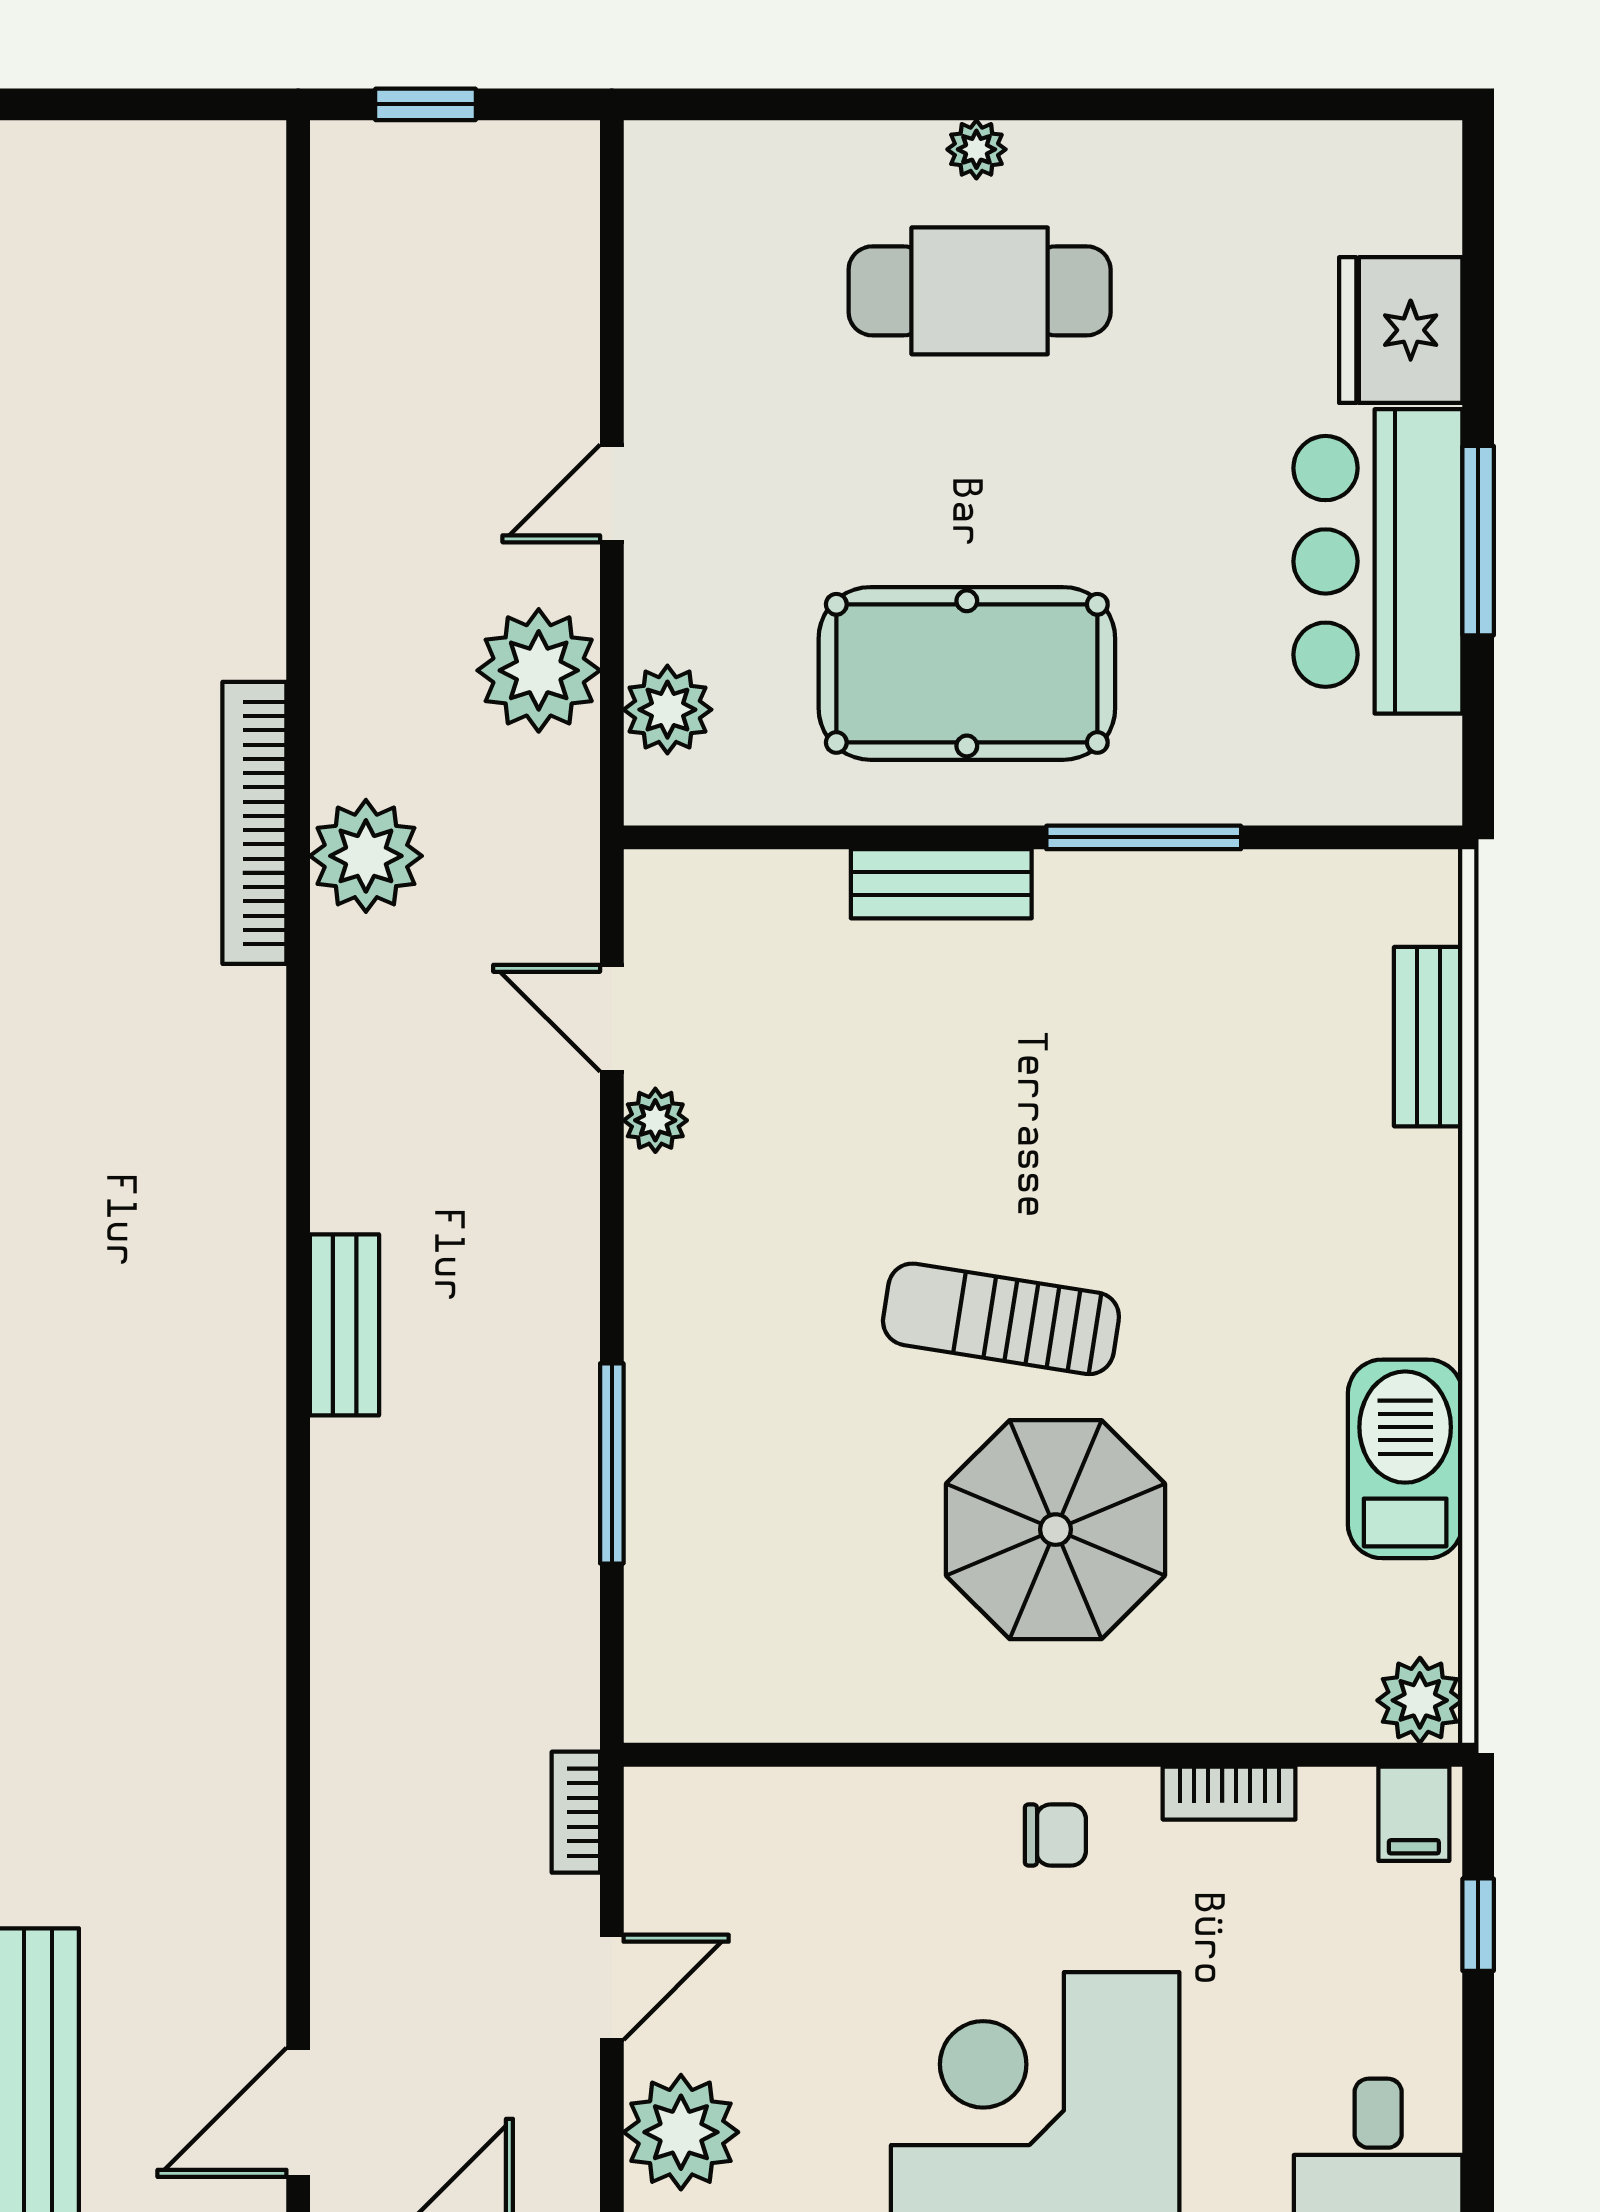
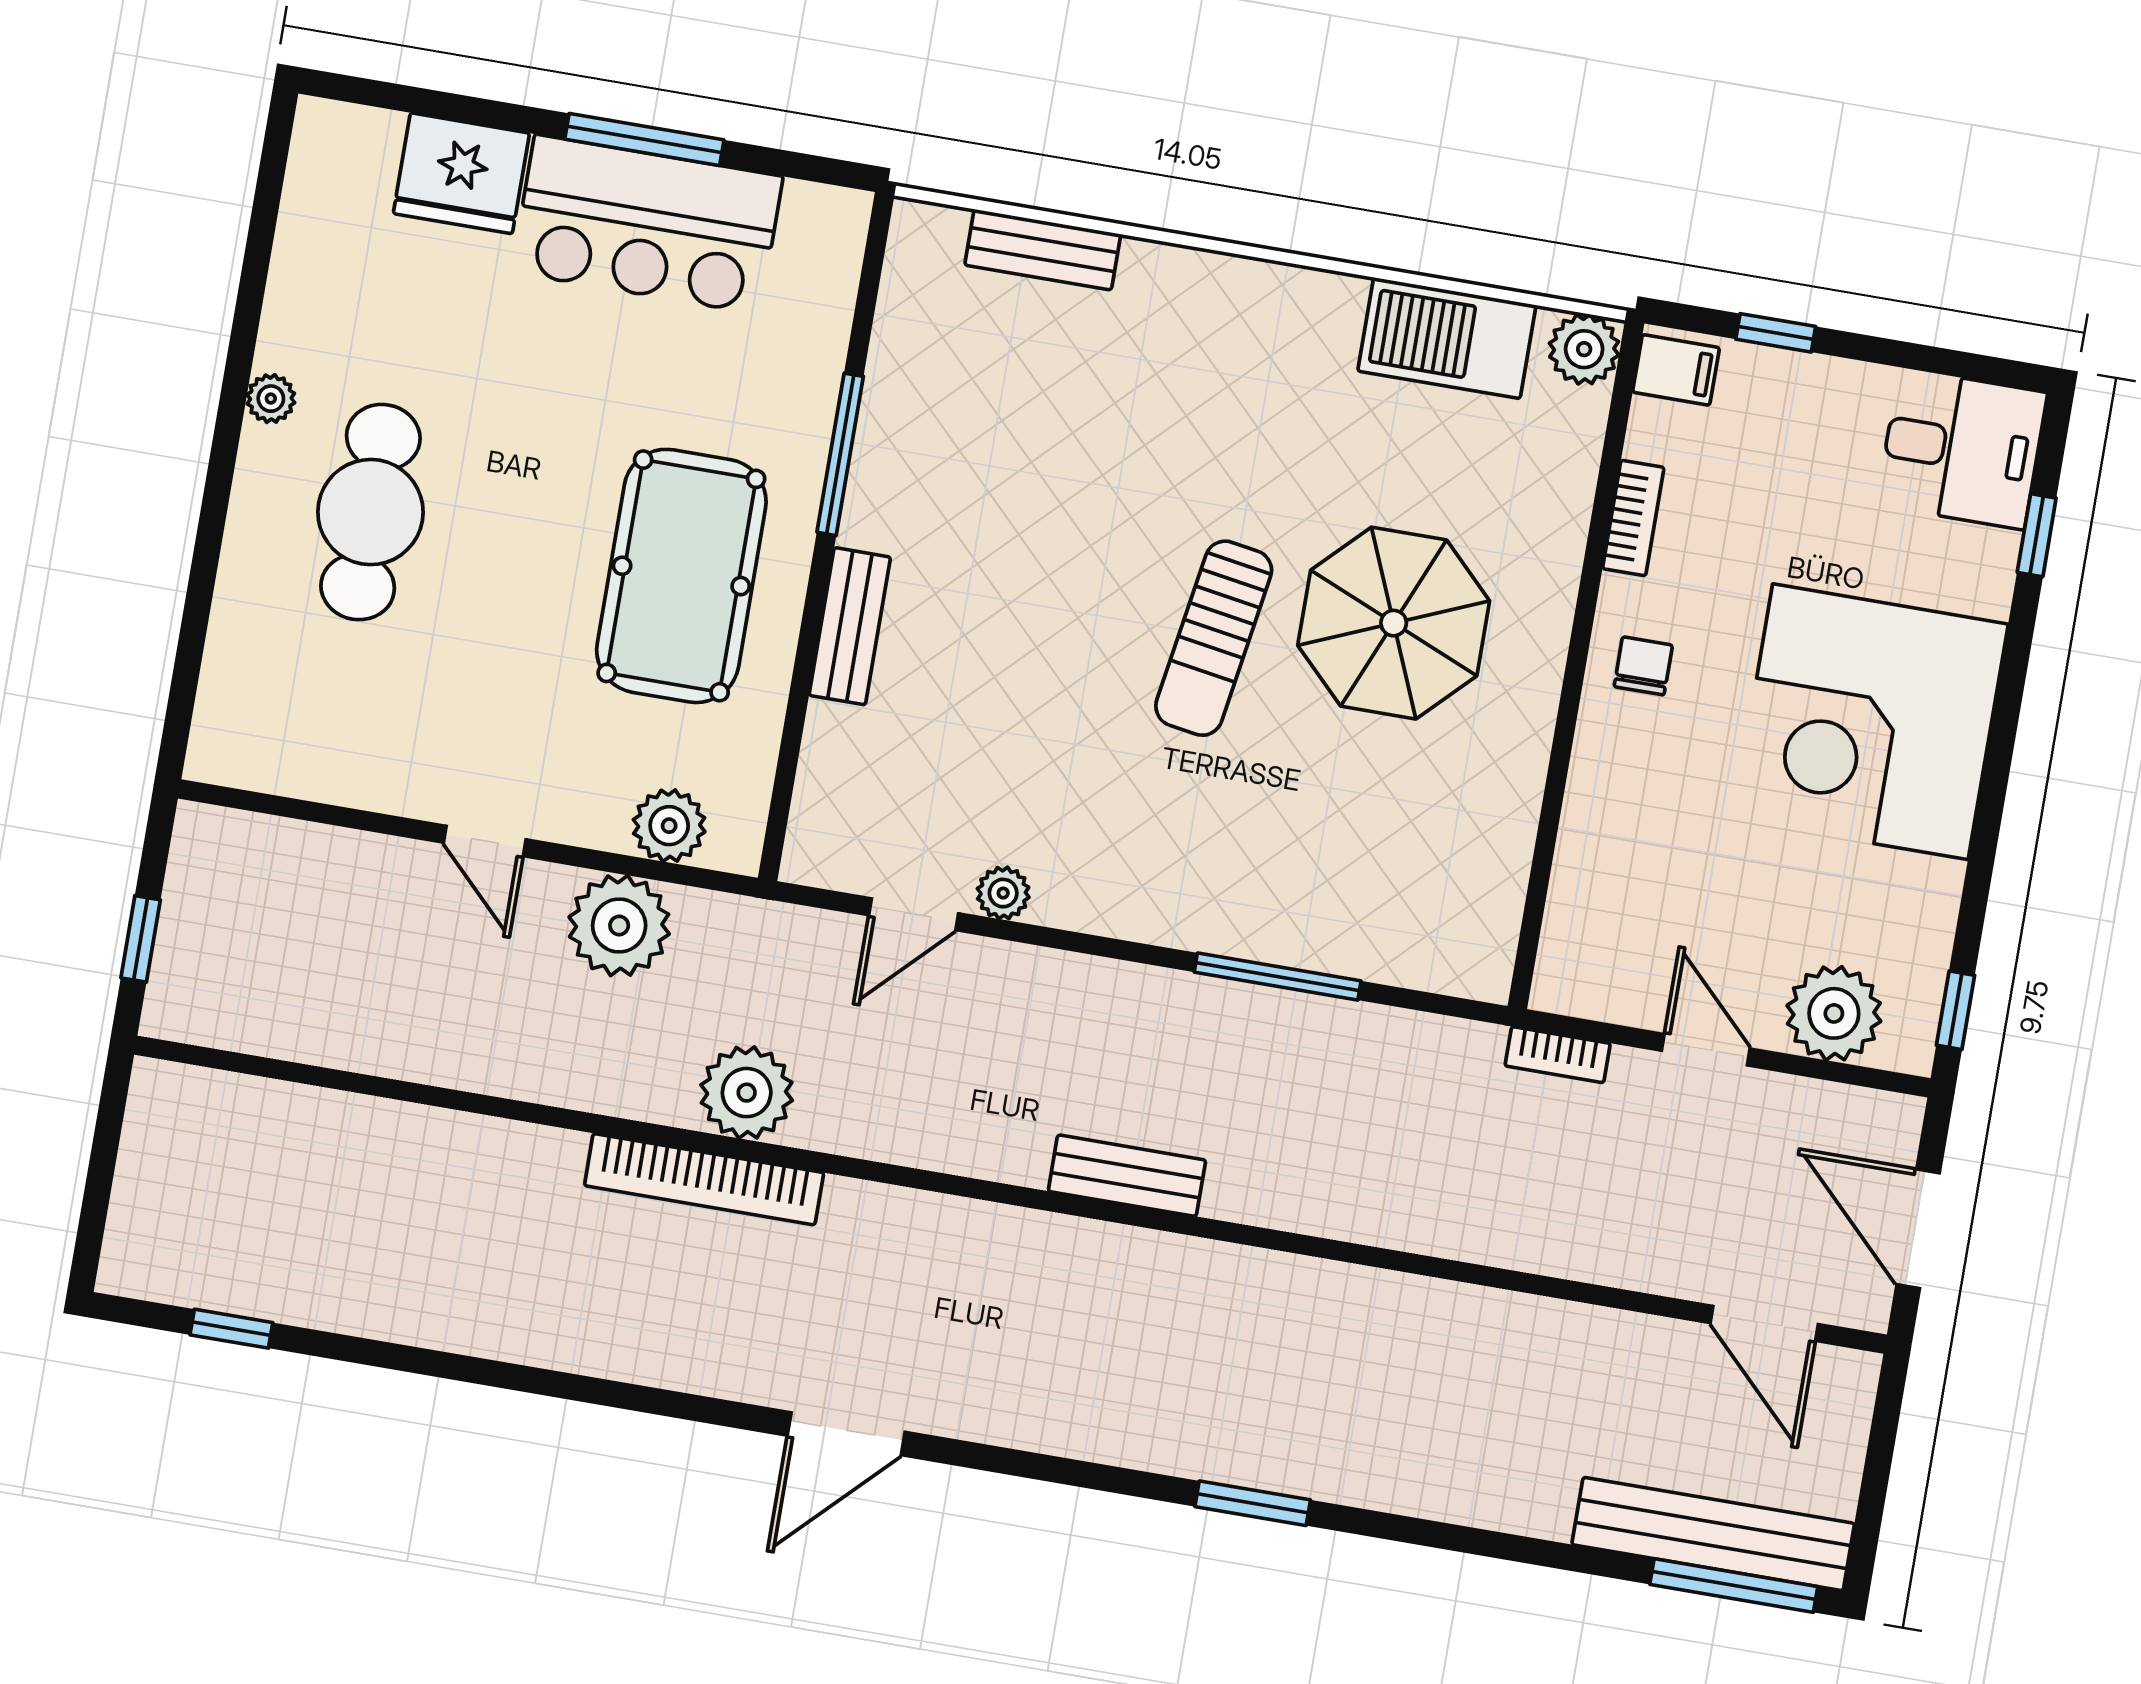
plant: (976, 149) -> (271, 399), moved
barbecue: (1405, 1459) -> (1447, 338), moved

